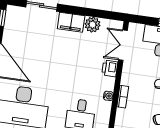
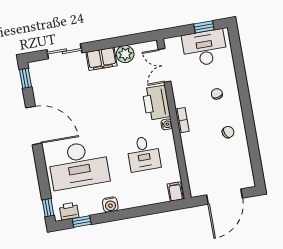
printer: (110, 68) -> (156, 103), width x1.87, depth x1.48

